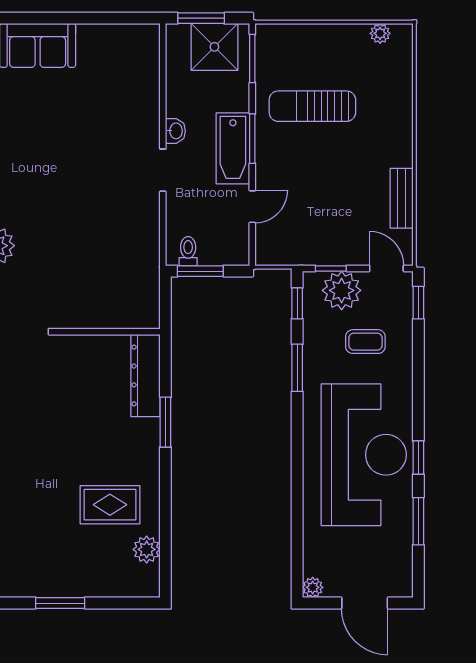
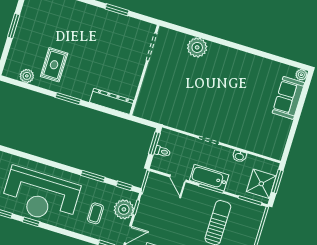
washbasin: (175, 131) -> (239, 156), moved
toilet: (188, 251) -> (162, 152), moved
window: (165, 422) -> (68, 99), moved

